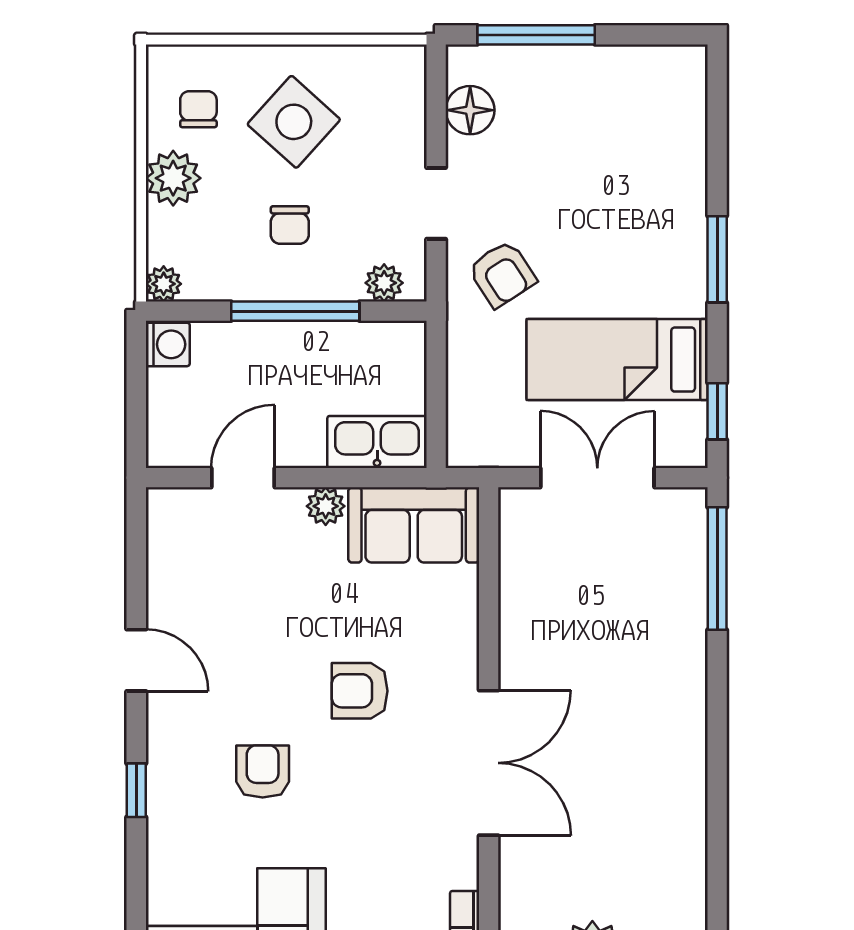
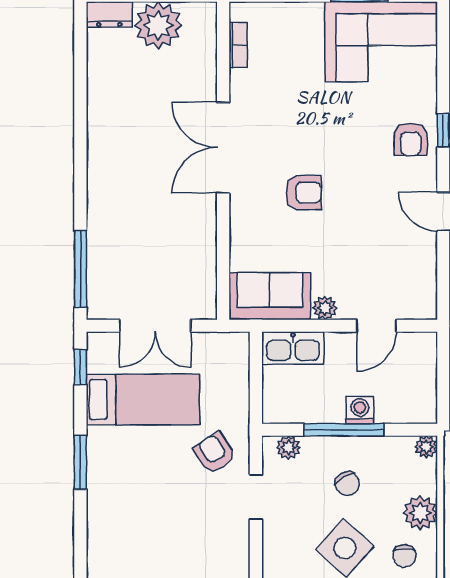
floor lamp: (470, 110) -> (235, 555), removed
chair: (290, 225) -> (347, 484), turned 150
washing machine: (168, 344) -> (360, 410), moved, turned 90
armchair: (263, 771) -> (411, 139), moved

